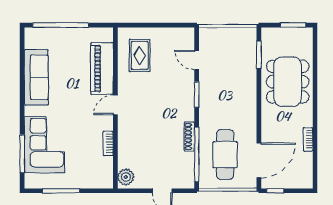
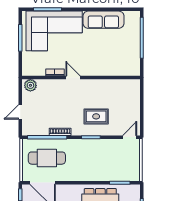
rug: (140, 55) -> (96, 116), moved
door: (197, 60) -> (130, 137), moved
piano: (102, 69) -> (110, 68), removed
door: (115, 105) -> (73, 78), moved
corner sofa: (44, 145) -> (54, 31), width x1.36, depth x1.36

